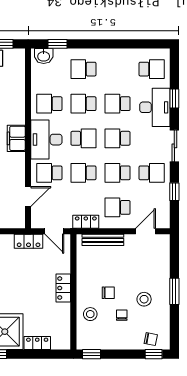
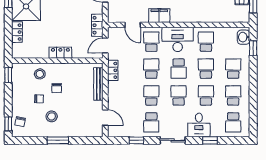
desk: (155, 107) -> (199, 125), width x0.73
filing cabinet: (16, 138) -> (159, 16), moved
school desk: (118, 207) -> (233, 95), moved

